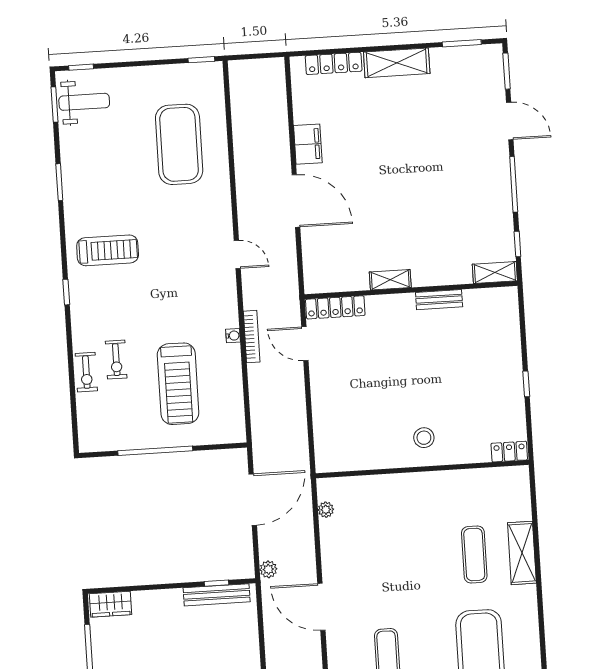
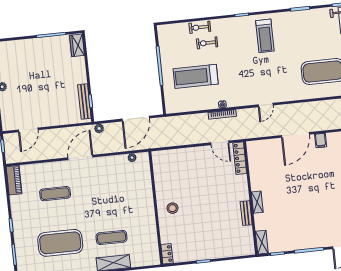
filing cabinet: (308, 144) -> (321, 140), width x0.50
shelving: (390, 280) -> (257, 202), moved
door: (305, 344) -> (220, 143), swing flipped
door: (253, 500) -> (136, 119), hinge flipped

